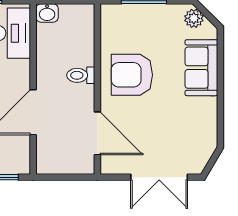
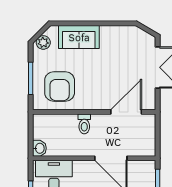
armchair: (132, 75) -> (60, 87), moved

